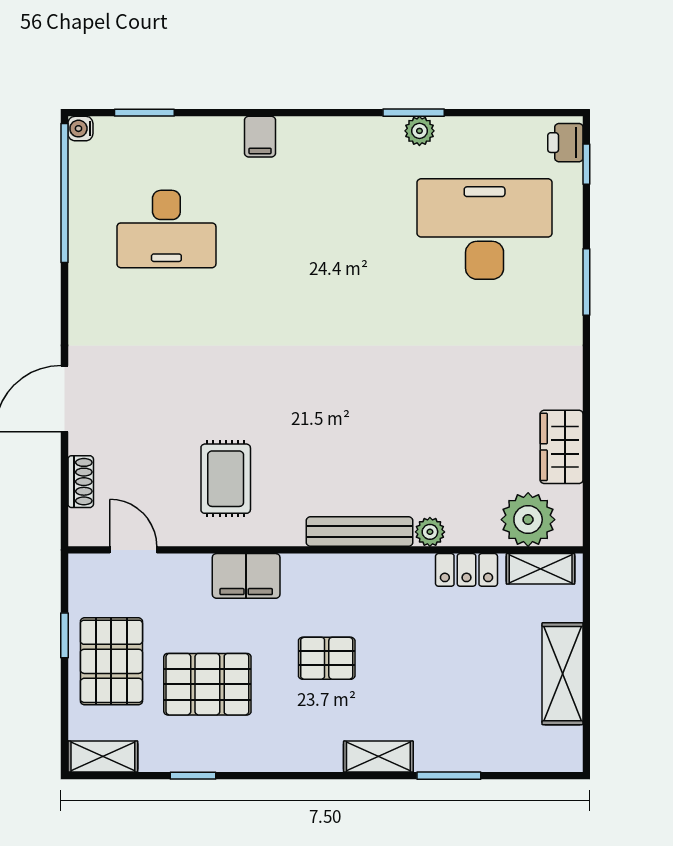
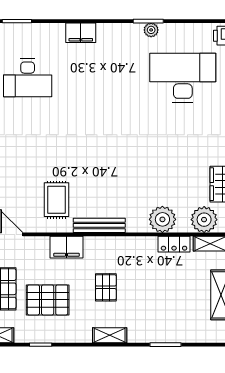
filing cabinet: (260, 137) -> (81, 33), width x2.00
bench: (359, 532) -> (99, 225), moved
plant: (430, 532) -> (162, 219), width x1.87, depth x1.87
pallet: (327, 658) -> (106, 287), turned 90
shelving: (378, 756) -> (110, 335), moved

